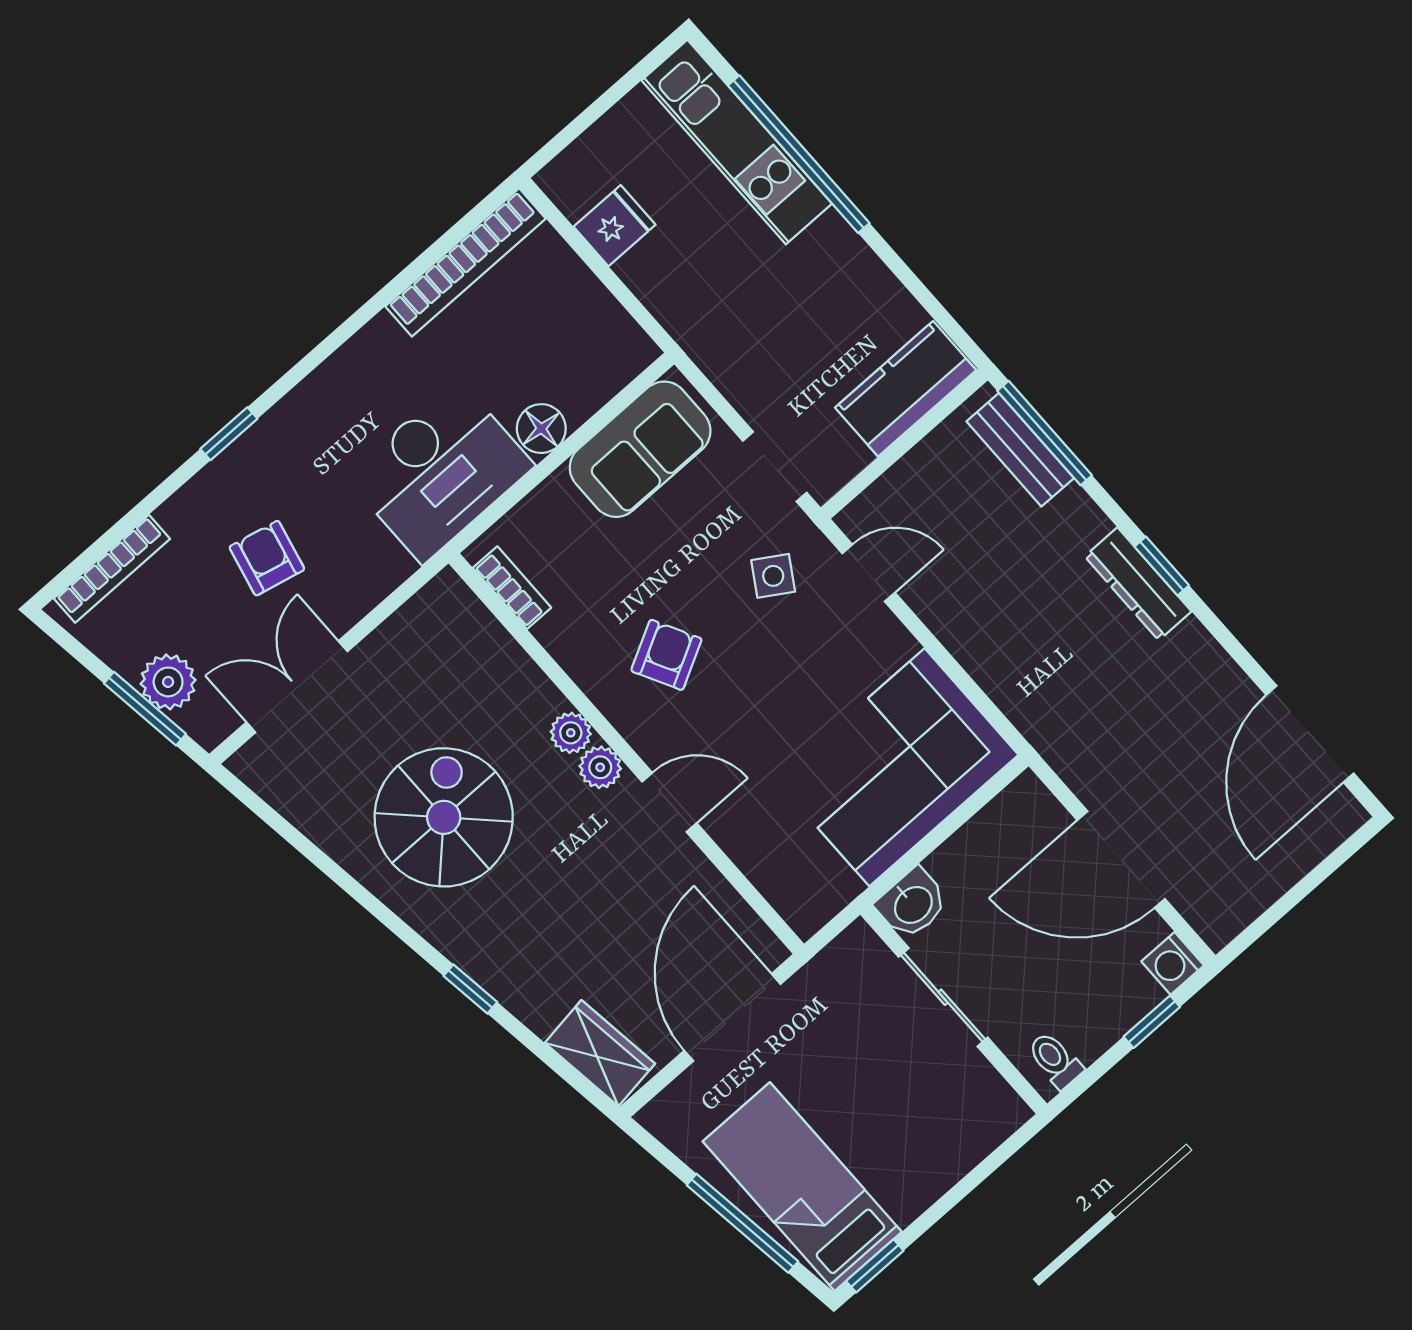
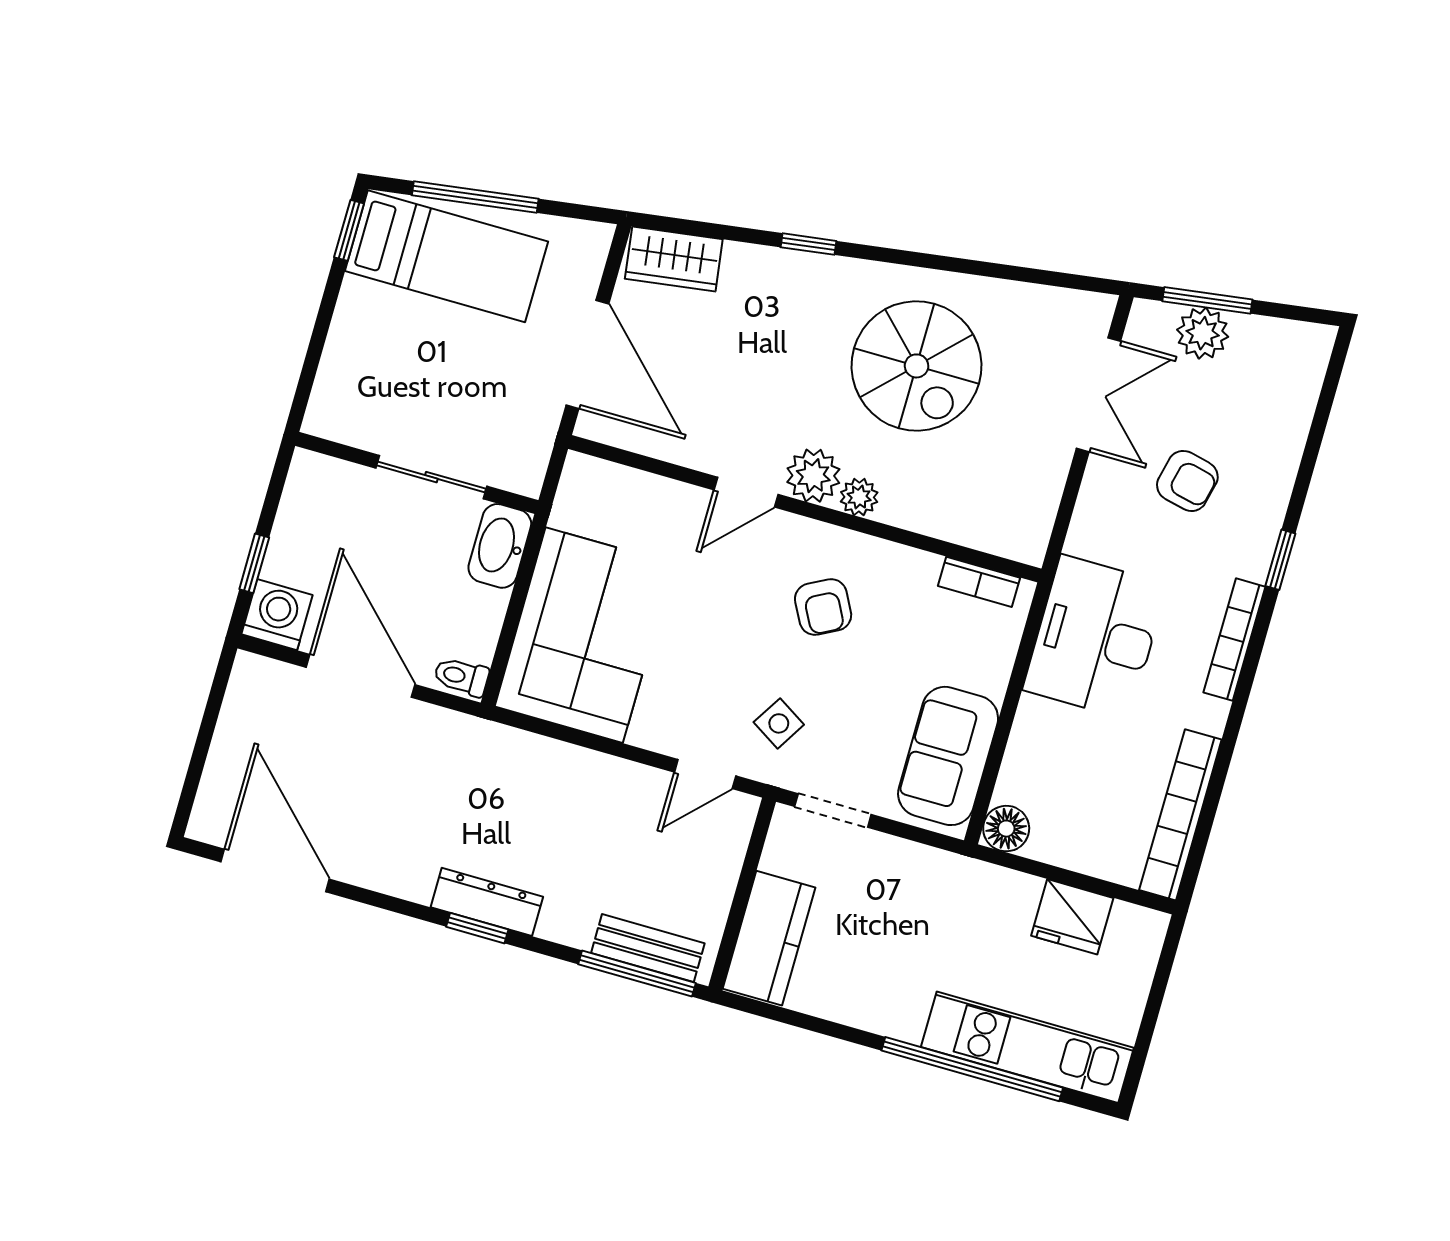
fridge: (615, 226) -> (1072, 917), width x1.38
floor lamp: (541, 429) -> (1006, 829), moved
bookcase: (112, 569) -> (1234, 640), moved
plant: (600, 767) -> (813, 476), width x1.38, depth x1.38
door: (1121, 859) -> (361, 676), hinge flipped
washbasin: (912, 904) -> (500, 546), width x1.38
washing machine: (1173, 963) -> (277, 615), width x1.38, depth x1.38
toilet: (1055, 1060) -> (461, 677), moved, turned 180

